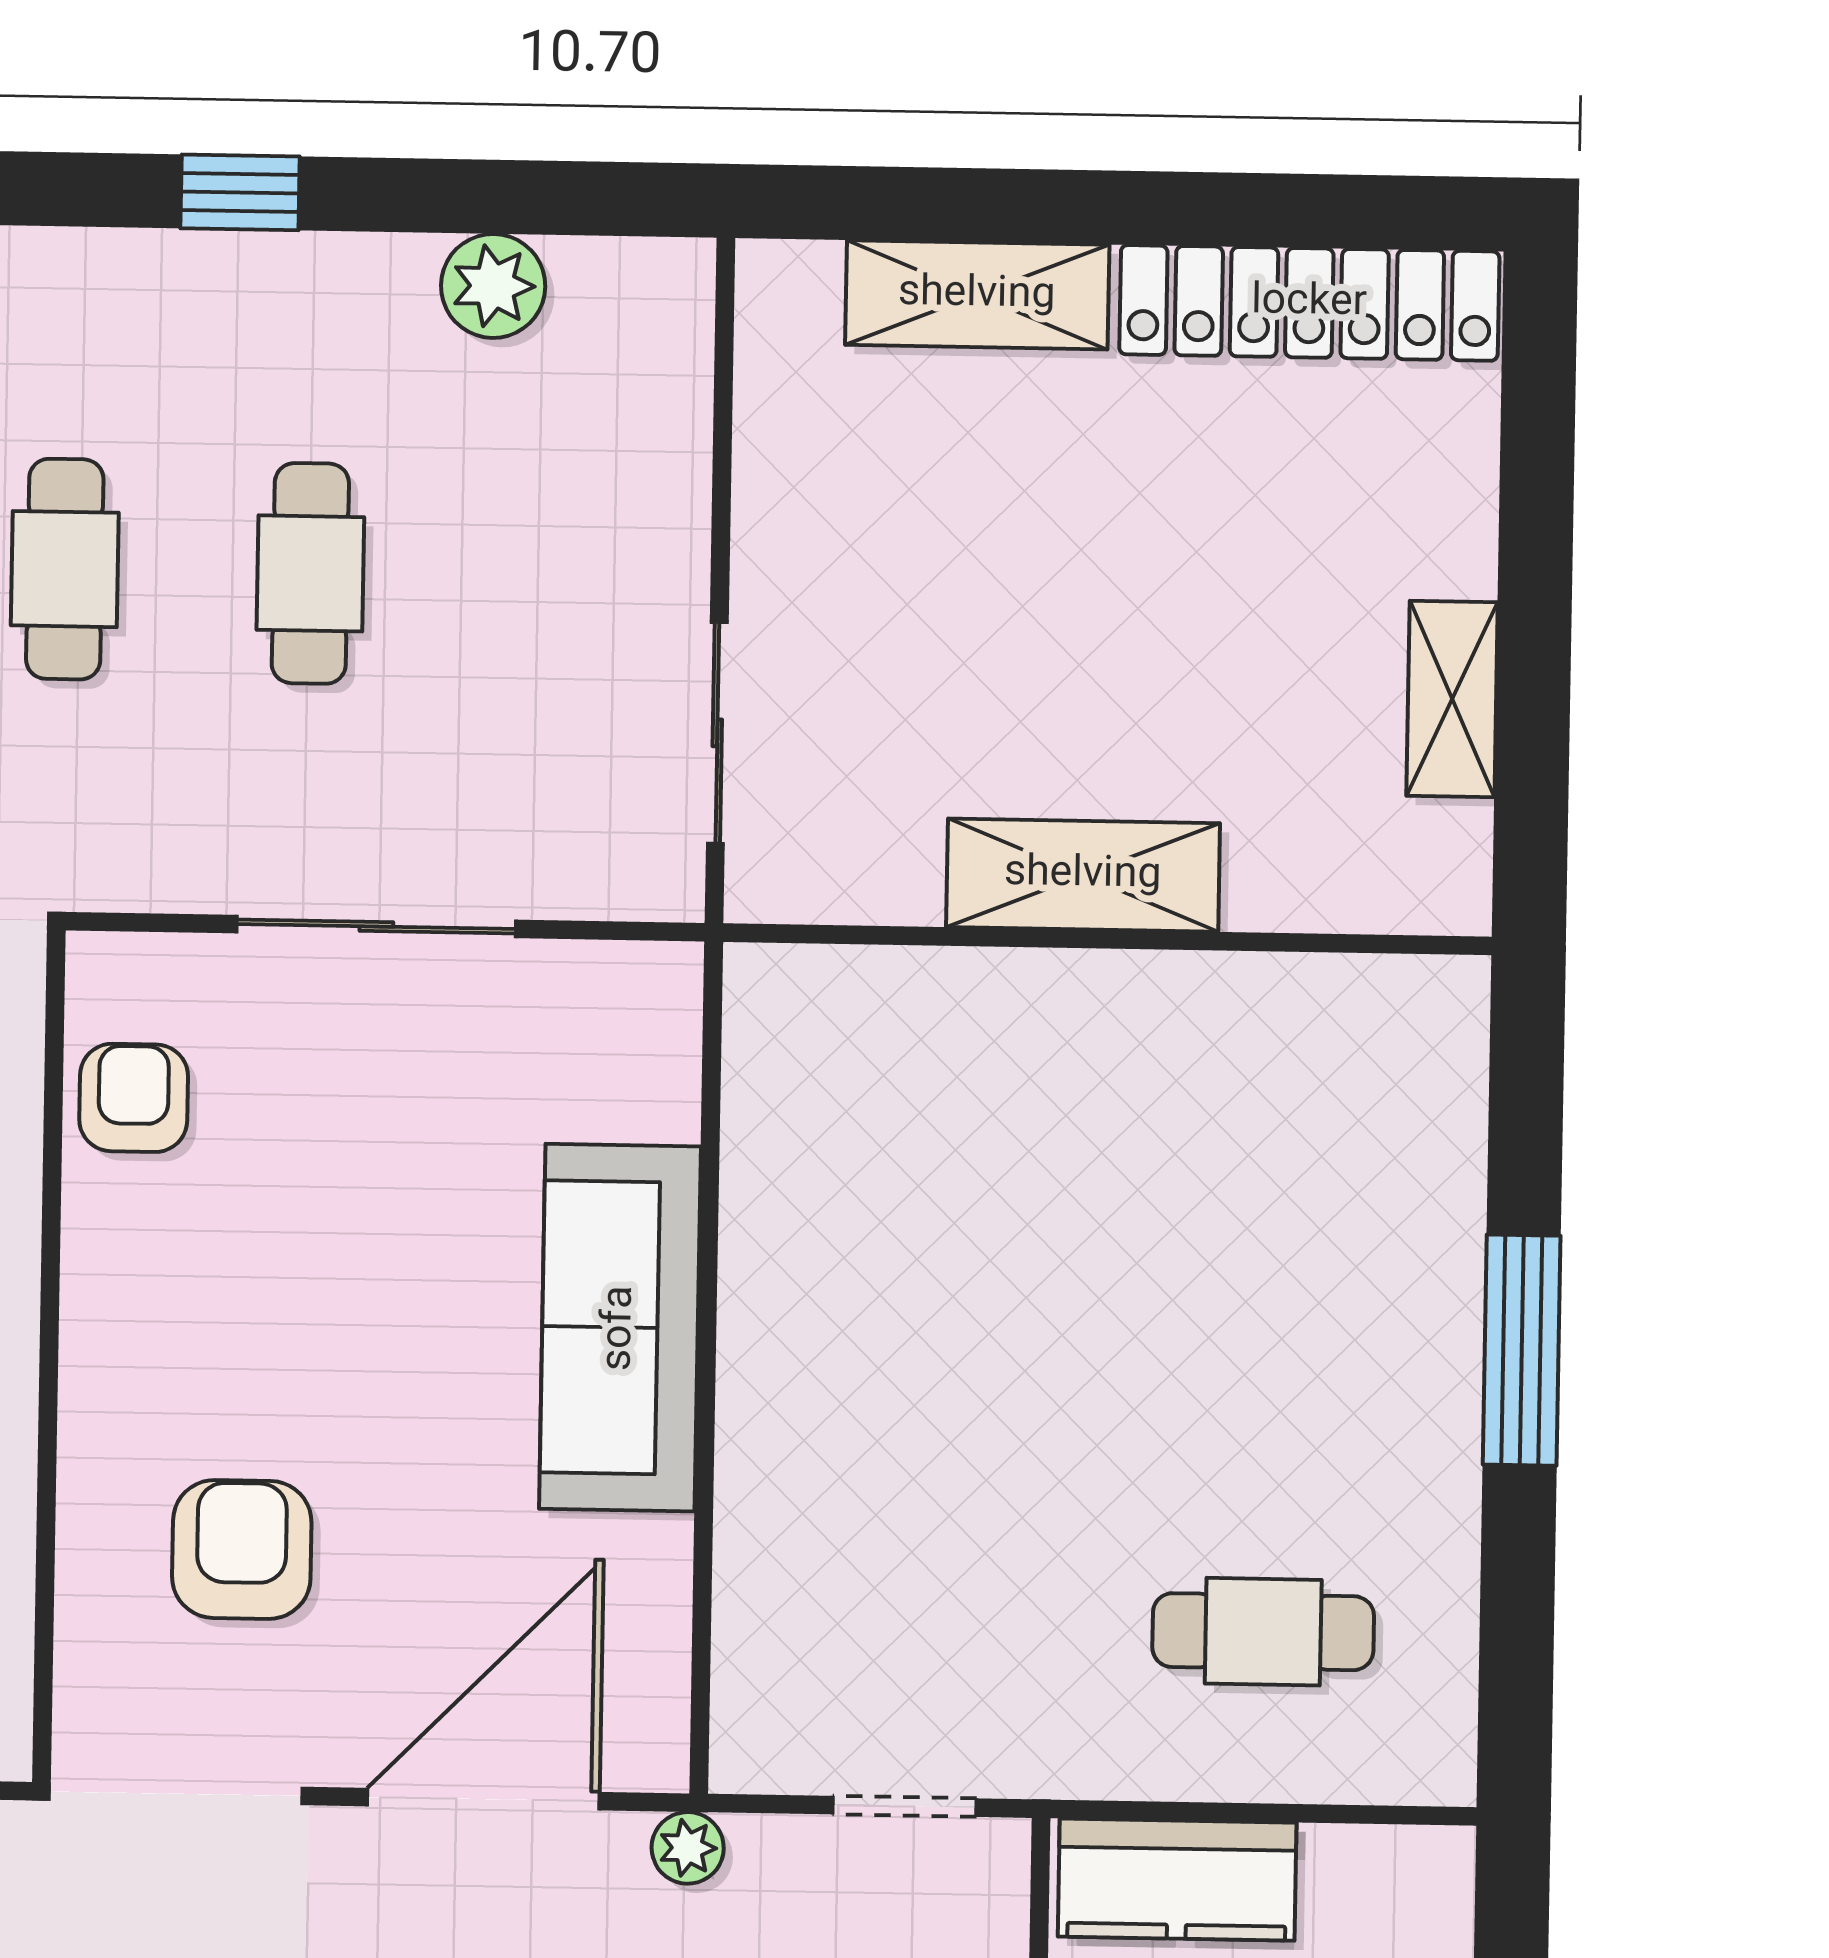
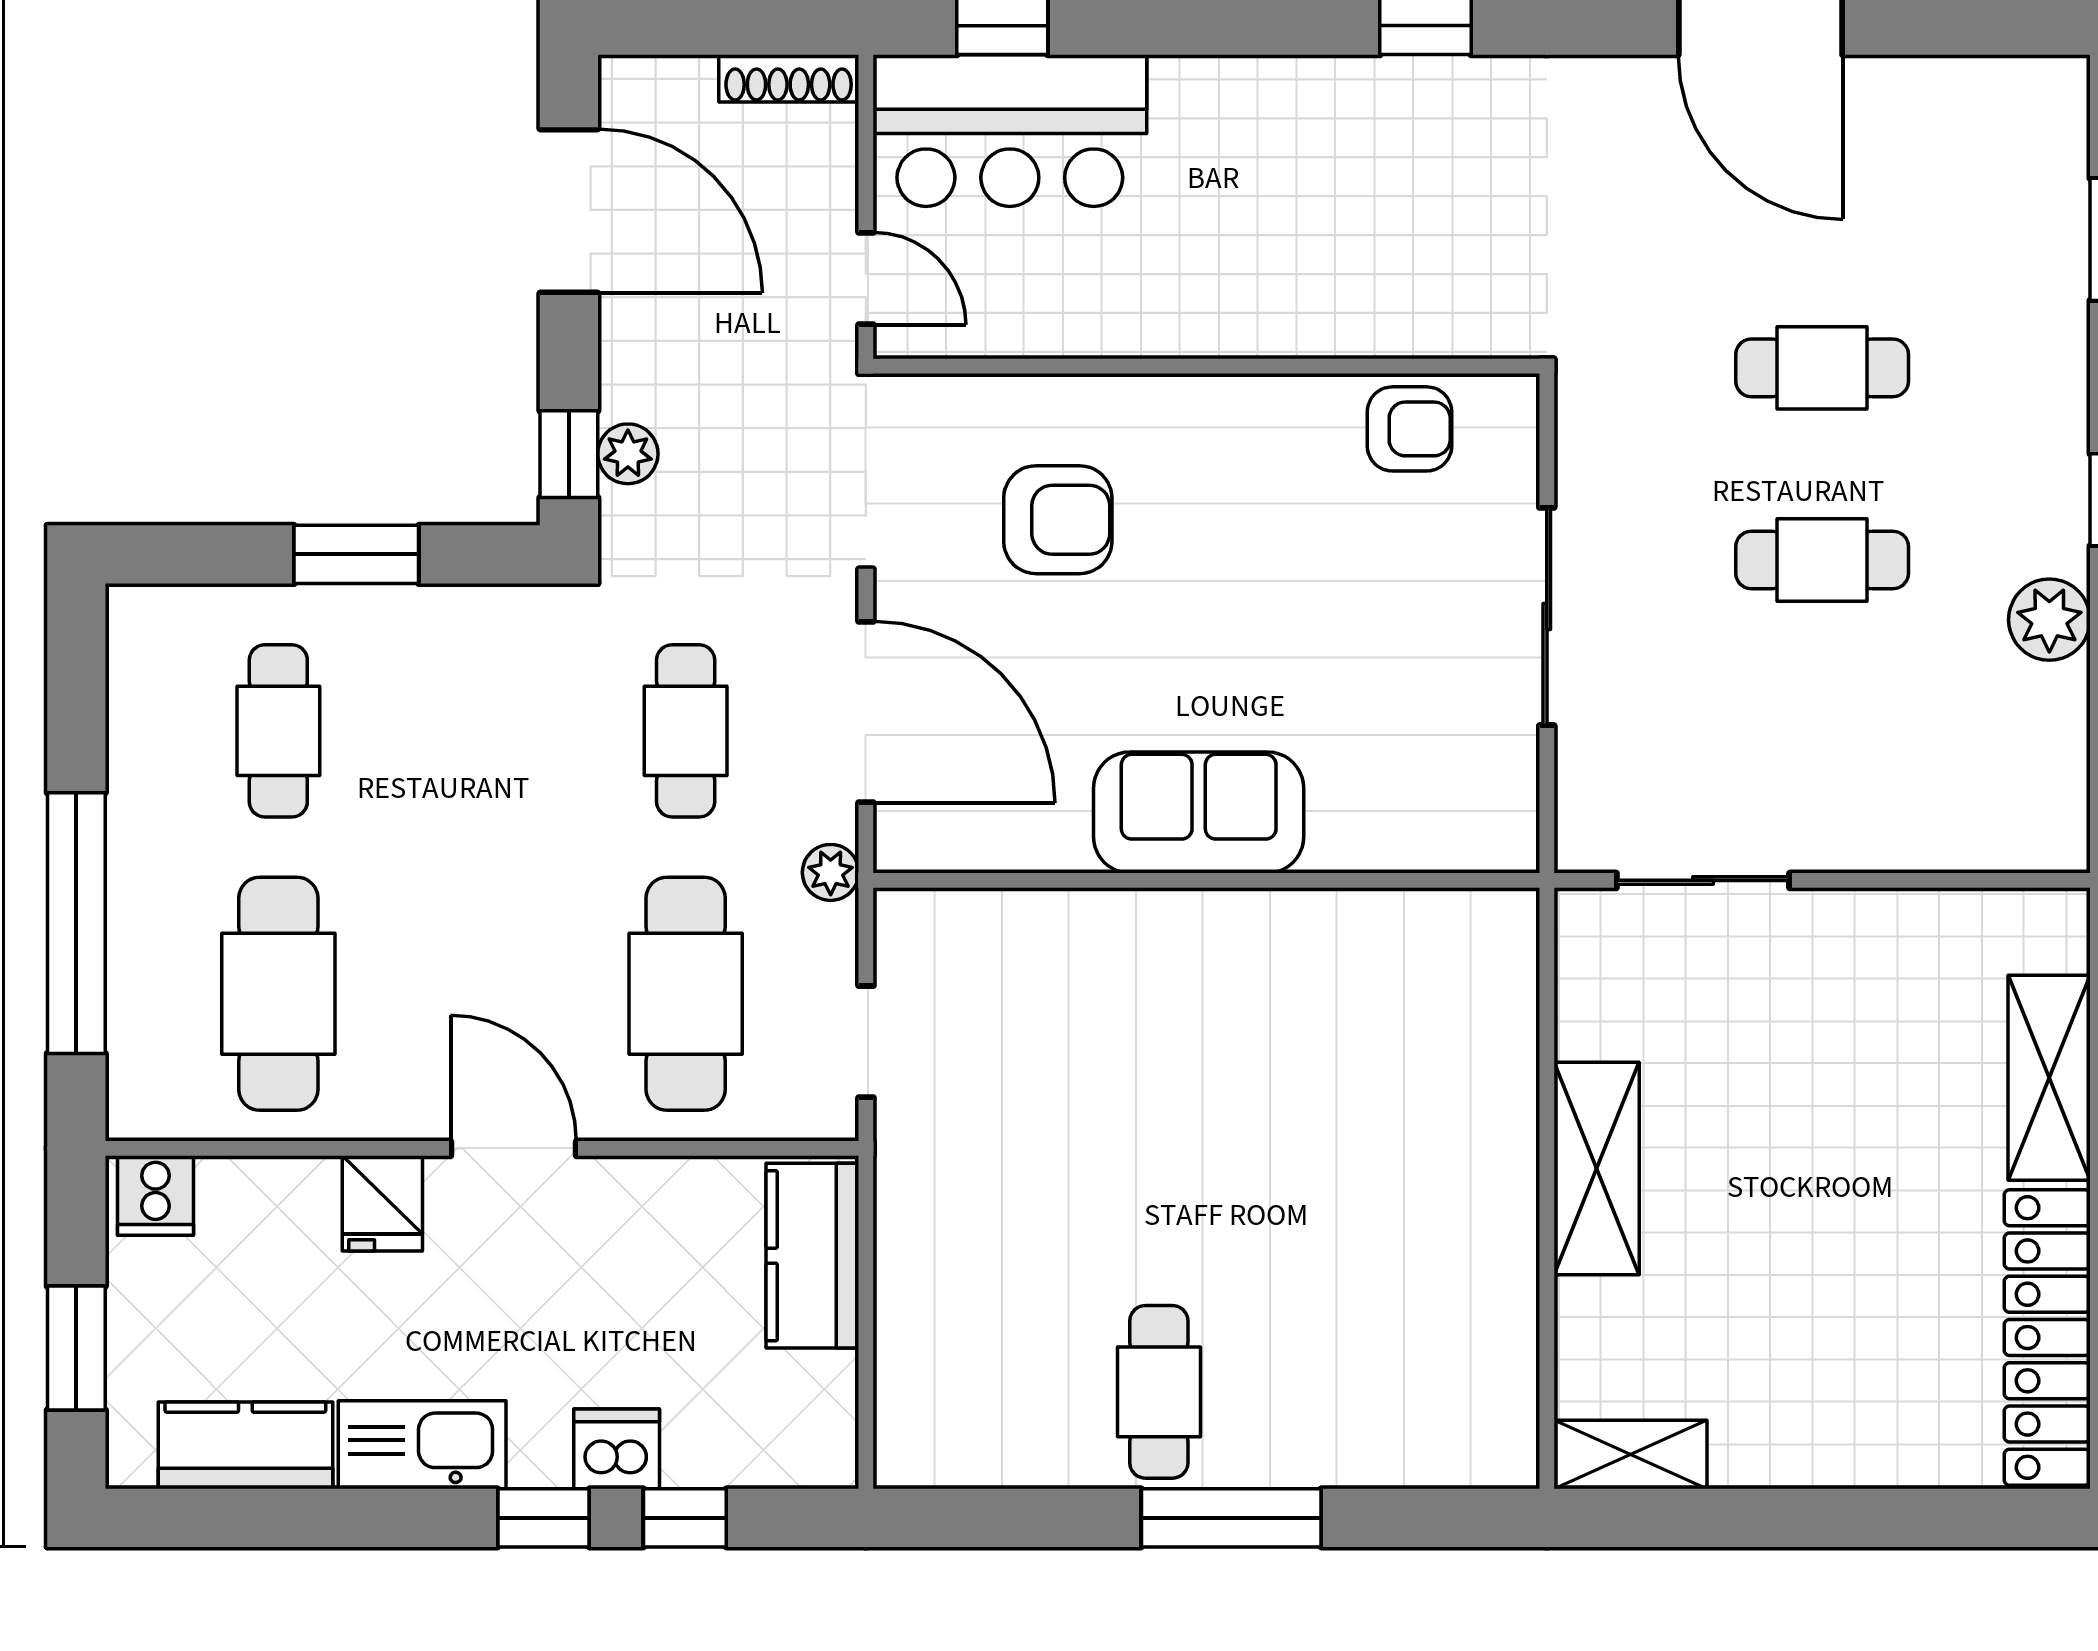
plant: (493, 286) -> (2049, 620), moved
shelving: (1452, 699) -> (1630, 1455), moved
sofa: (620, 1328) -> (1199, 812), width x0.73
cafe table: (1263, 1632) -> (1159, 1392), moved

